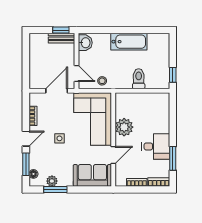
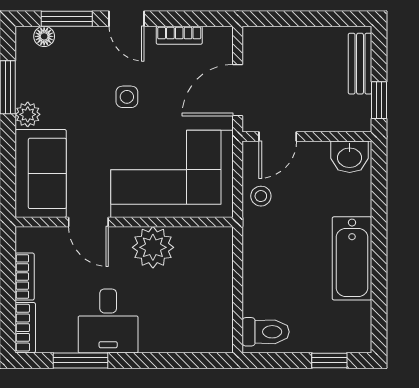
bench: (62, 38) -> (360, 64), moved
window: (173, 75) -> (329, 360), moved
toilet: (139, 79) -> (266, 332), moved
door: (57, 91) -> (238, 90), swing flipped
plant: (52, 181) -> (28, 114), moved

